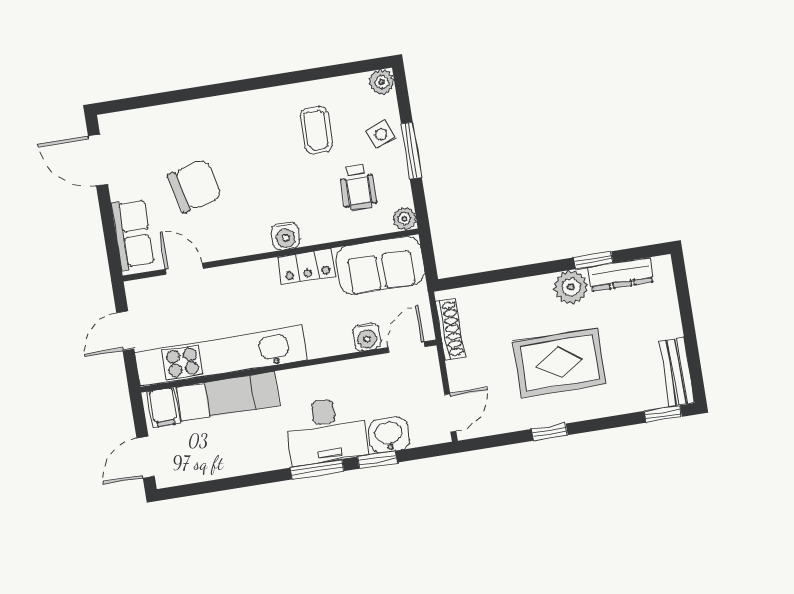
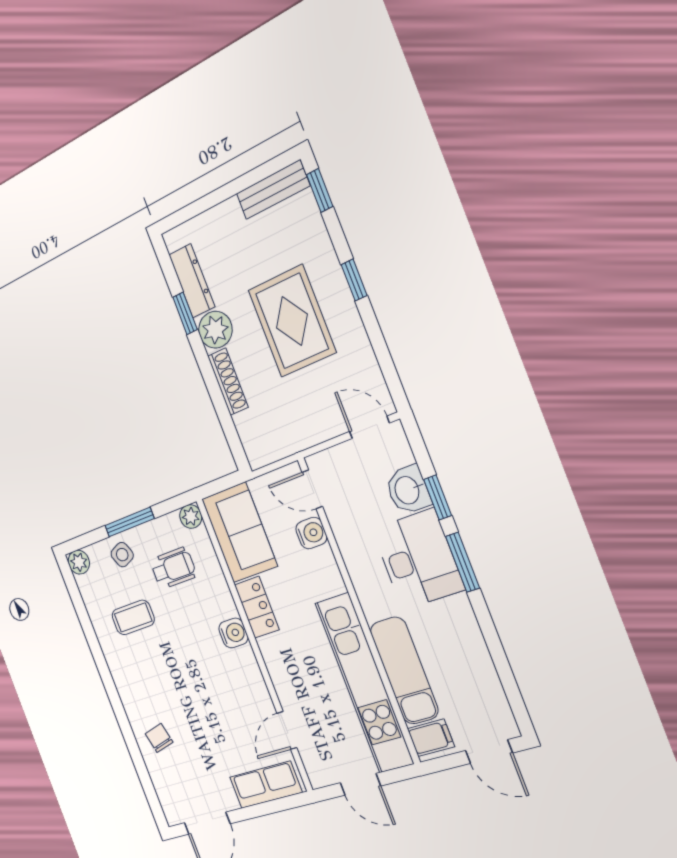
chair: (195, 186) -> (159, 738), moved, width x0.54, depth x0.54
shoe rack: (450, 329) -> (228, 382), moved, turned 90
window: (550, 432) -> (354, 280), moved

